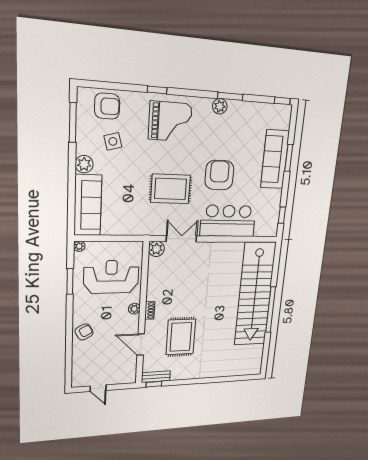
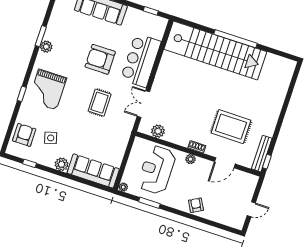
grand piano: (170, 121) -> (47, 90), turned 180
window: (73, 122) -> (29, 163), width x0.46
rug: (171, 189) -> (100, 103), width x0.73, depth x0.70
plant: (156, 249) -> (158, 131), moved
bench: (156, 377) -> (262, 154), width x1.36

